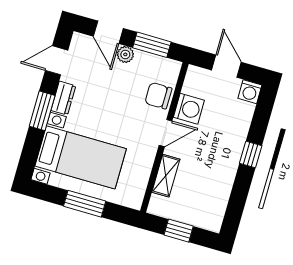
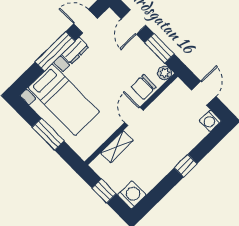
plant: (125, 54) -> (165, 73), moved
chair: (158, 96) -> (144, 87), turned -90
washing machine: (189, 109) -> (132, 195), moved, turned -90
window: (42, 111) -> (55, 51), width x1.44
door: (166, 133) -> (134, 116), swing flipped

